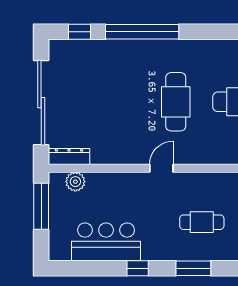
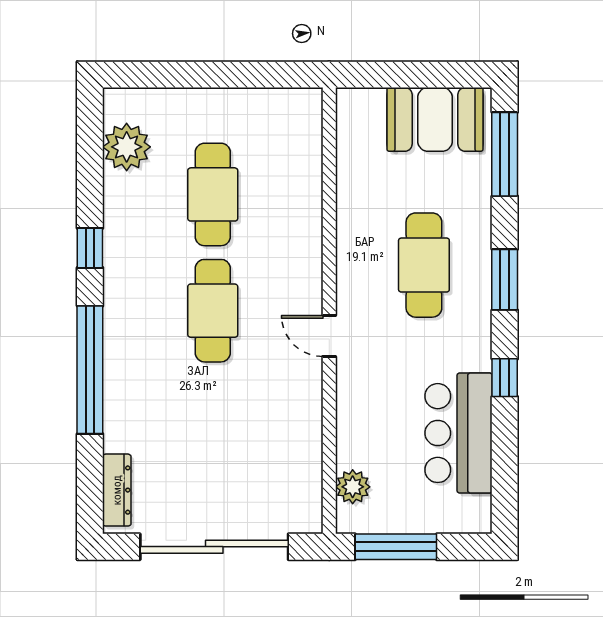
window: (80, 32) -> (90, 248), moved
cafe table: (176, 102) -> (213, 311), turned 90
dresser: (69, 156) -> (117, 490), moved, turned 180
cafe table: (202, 222) -> (424, 265), width x1.37, depth x1.35

